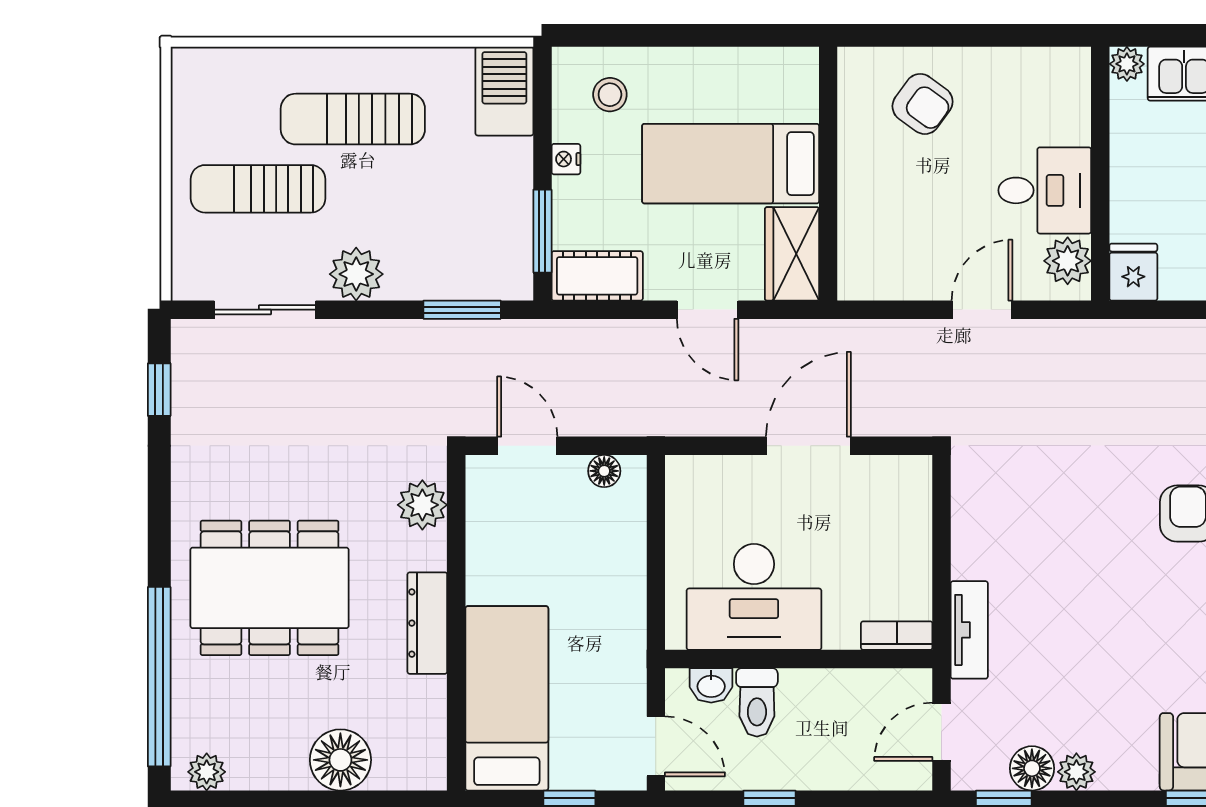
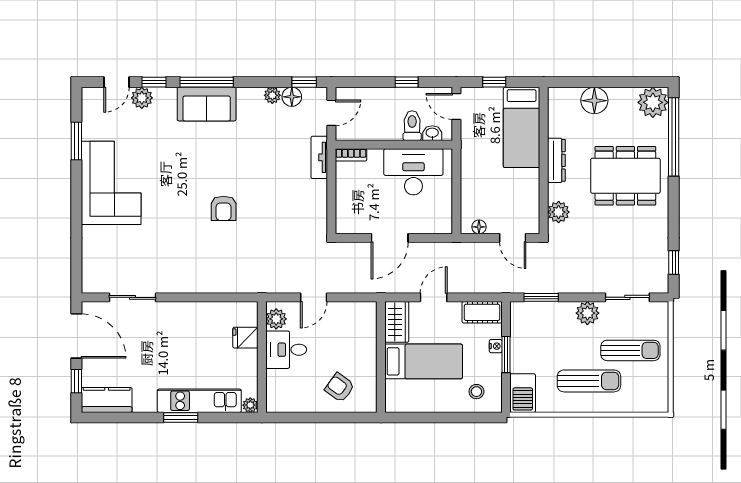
nightstand: (566, 159) -> (496, 346), moved
window: (542, 231) -> (506, 354), moved
fridge: (1133, 272) -> (245, 338), moved, turned 90
door: (708, 310) -> (434, 297), hinge flipped
plant: (207, 772) -> (653, 102), width x1.88, depth x1.88

